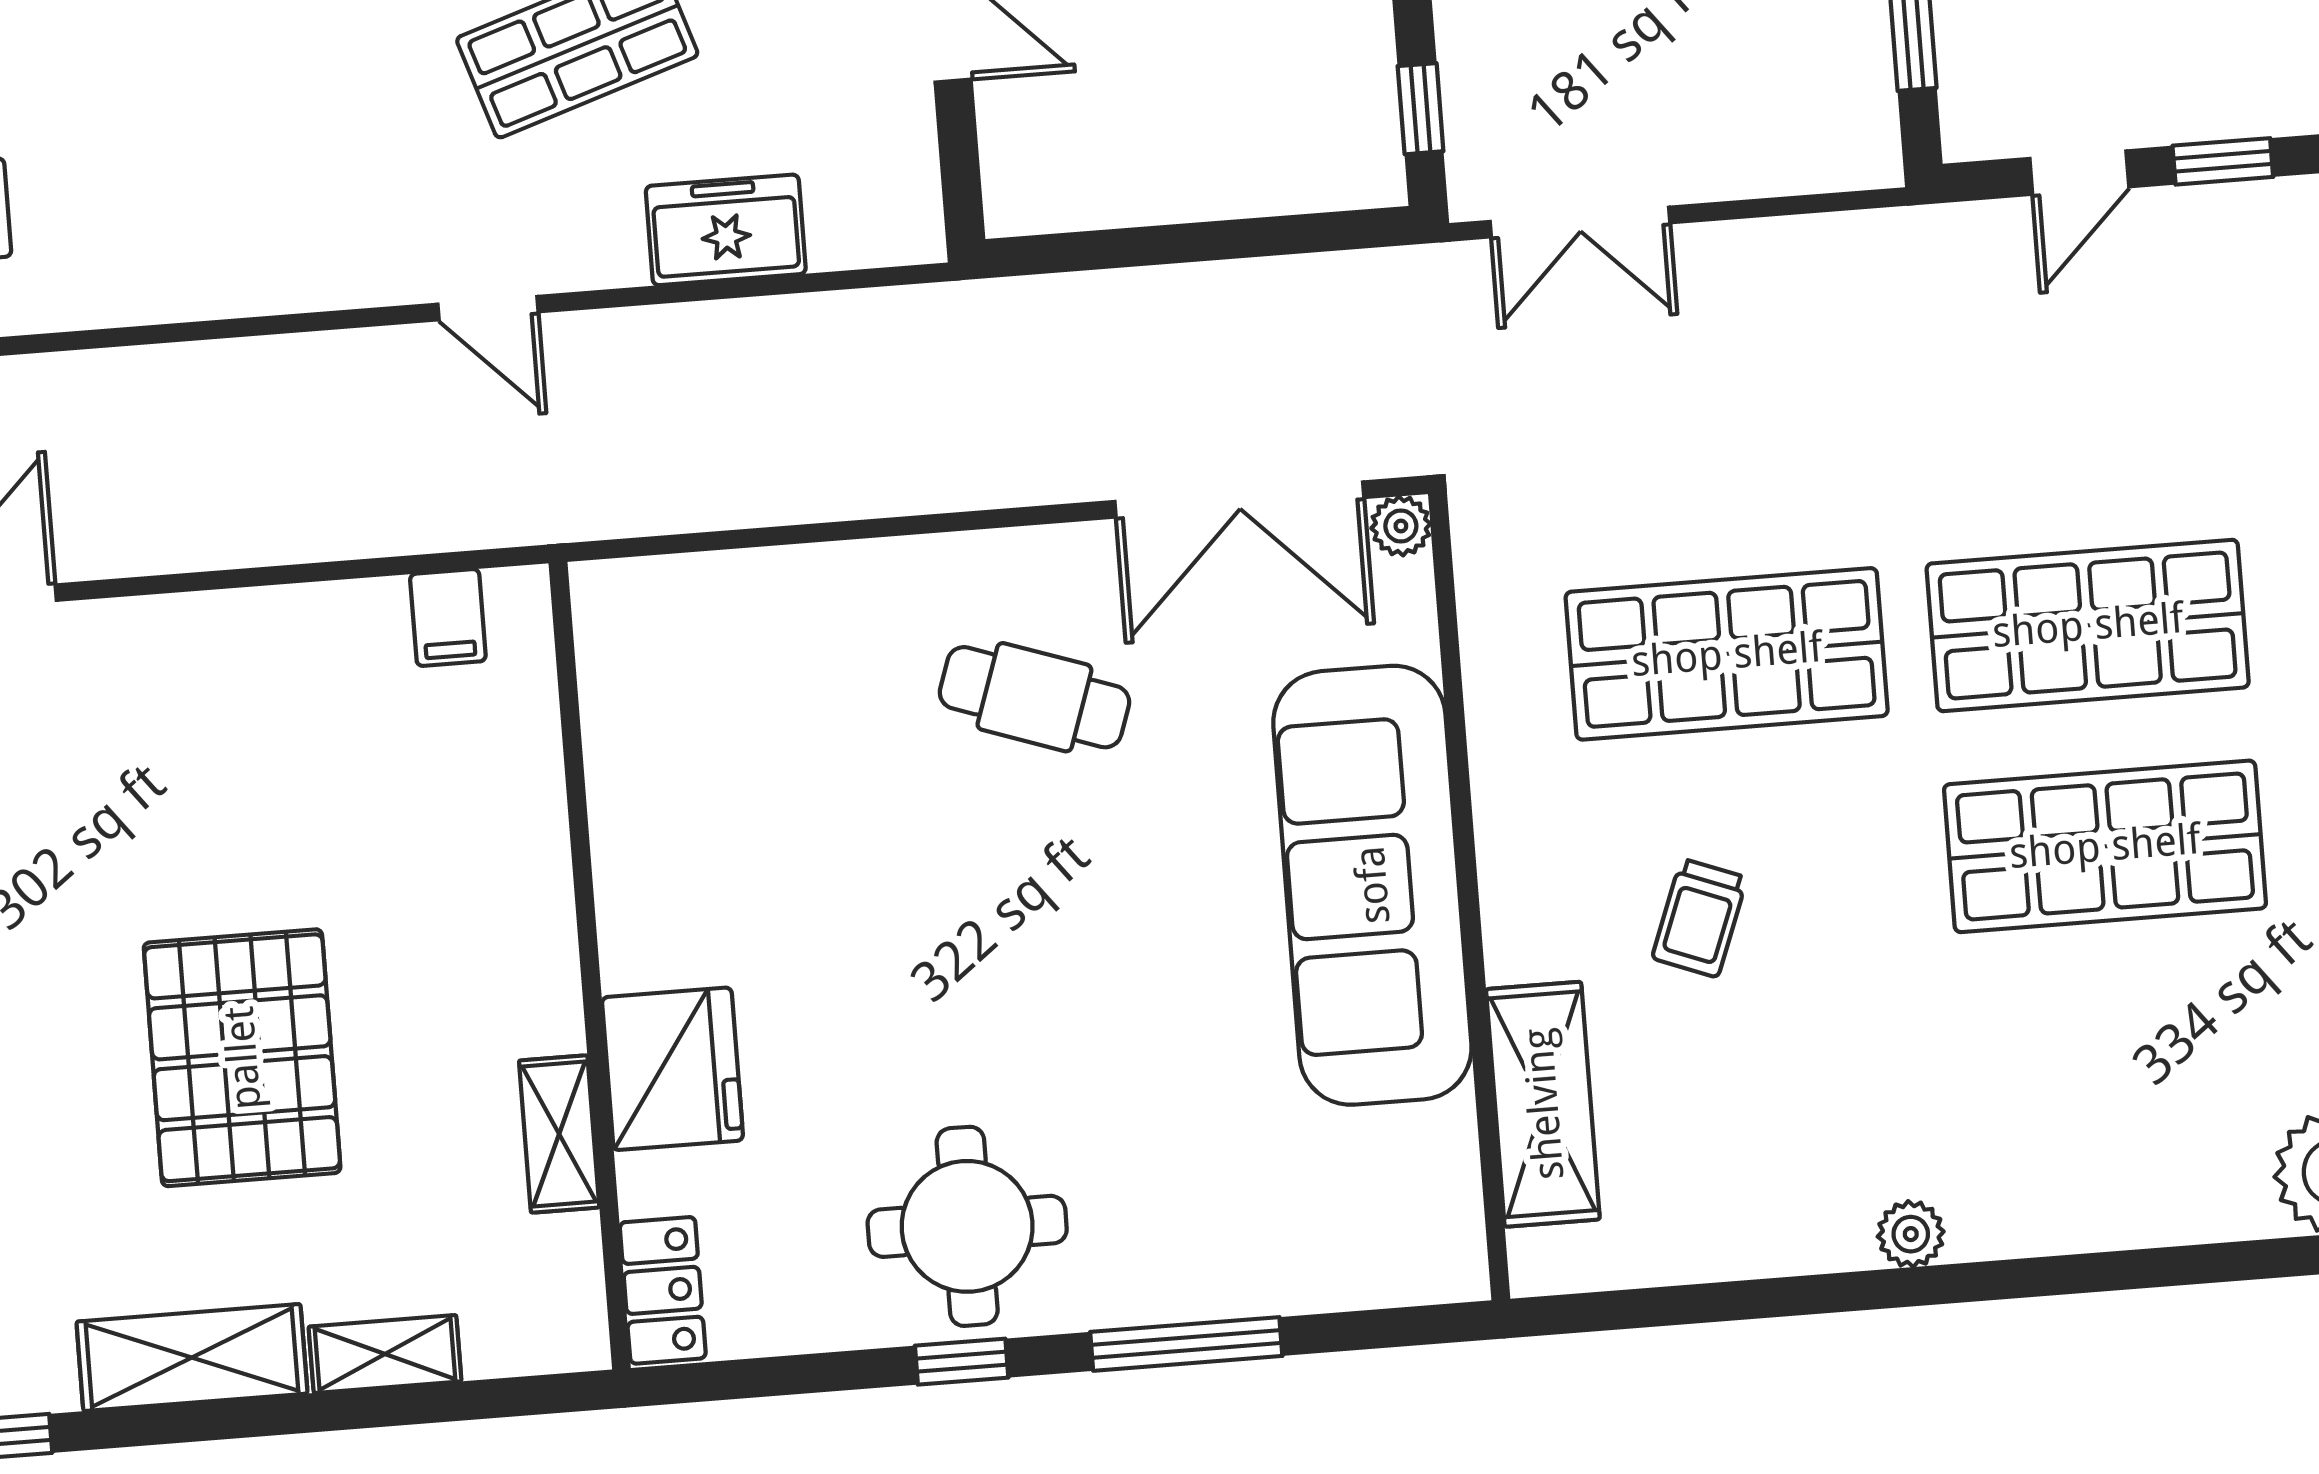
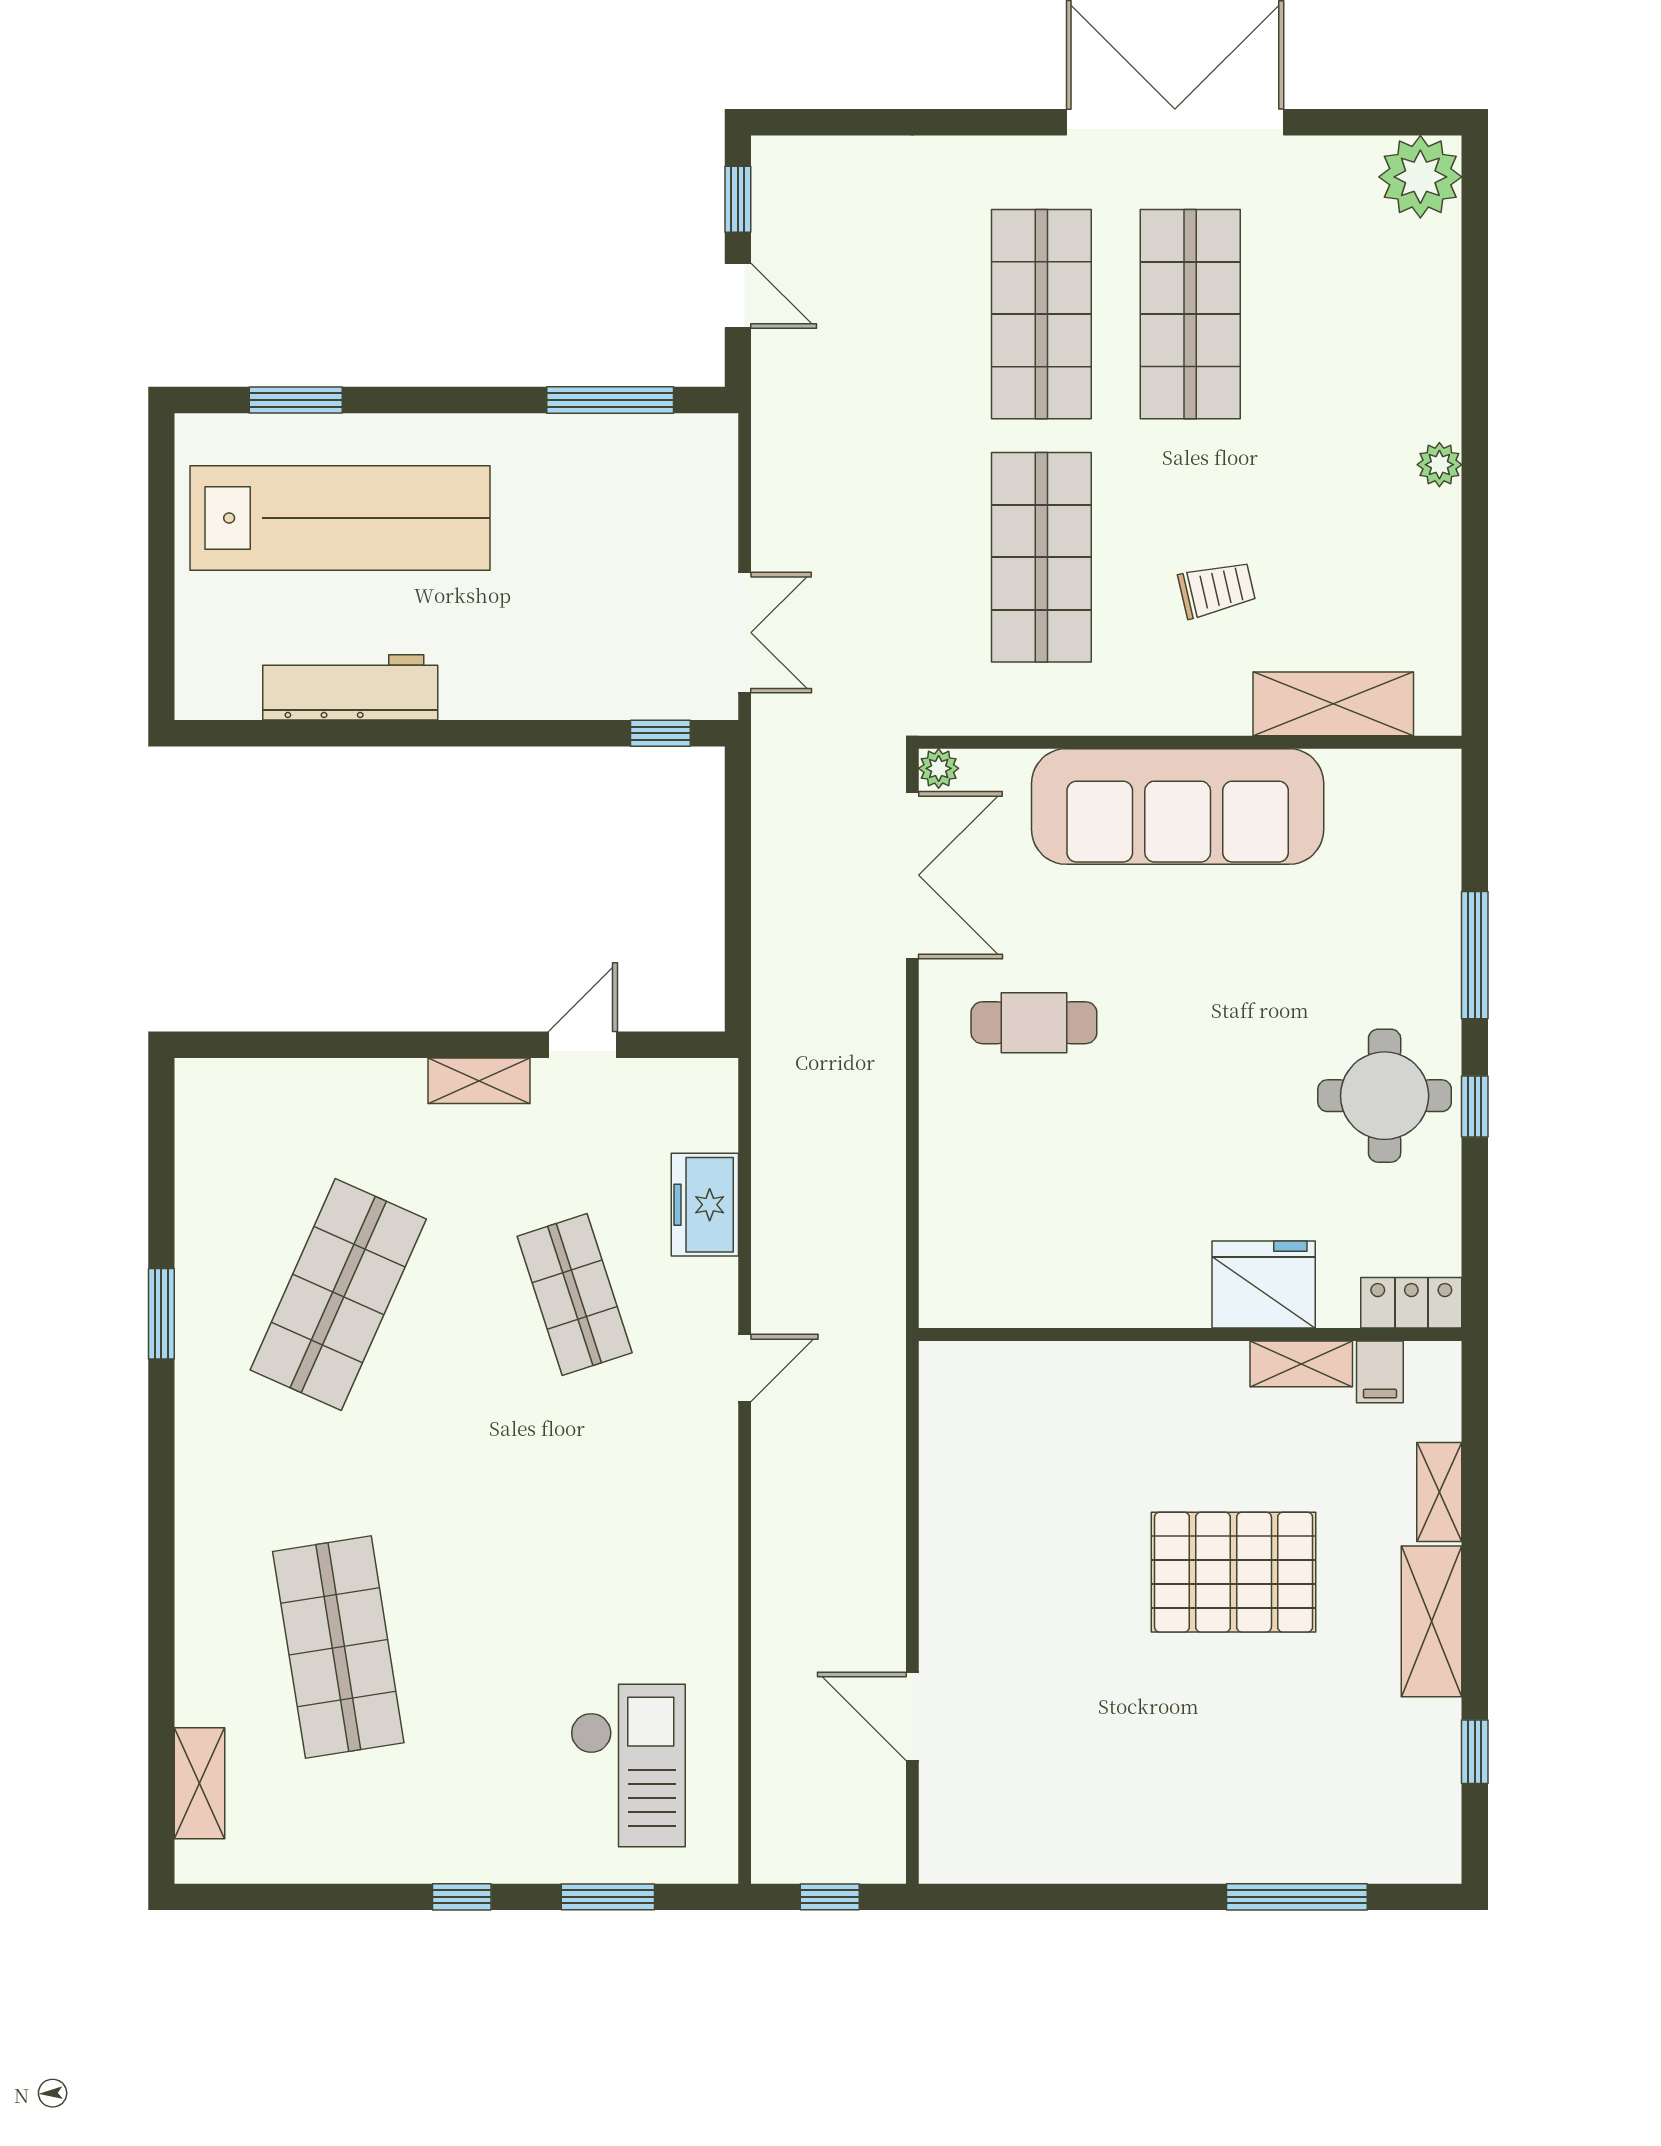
filing cabinet: (448, 618) -> (1380, 1372), moved, turned 90
cafe table: (1034, 697) -> (1034, 1023), turned 71
trolley: (1699, 918) -> (1217, 589), turned -34

